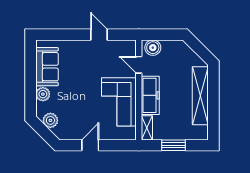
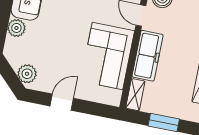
plant: (50, 120) -> (27, 74), moved

